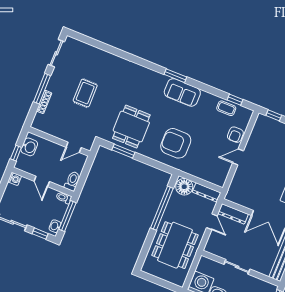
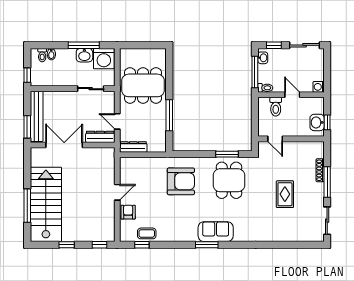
sofa: (182, 92) -> (216, 232), moved
door: (74, 147) -> (275, 139), swing flipped
window: (16, 153) -> (327, 122), moved
toilet: (72, 181) -> (276, 107), moved
floor lamp: (184, 187) -> (156, 144), removed
window: (162, 208) -> (169, 115), width x0.68
dining table: (175, 245) -> (143, 85), turned 90
sliding door: (237, 267) -> (91, 89), moved

